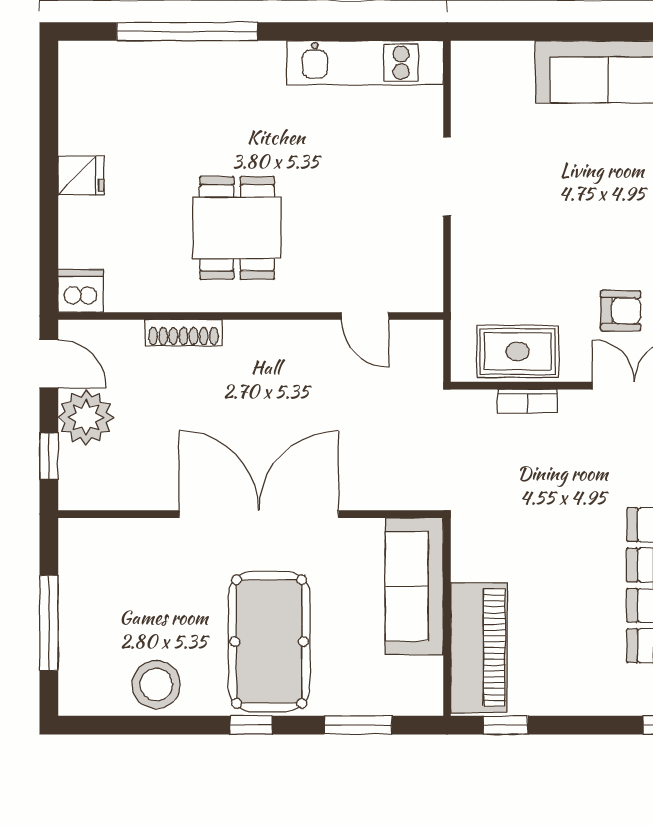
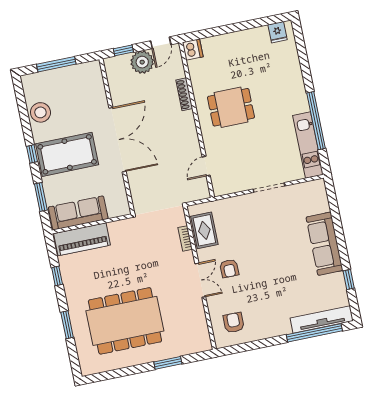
window: (187, 32) -> (316, 121), moved
fridge: (81, 175) -> (277, 32), moved
sofa: (414, 586) -> (78, 213), moved
window: (506, 725) -> (57, 276), moved

